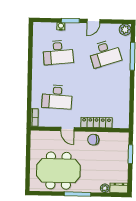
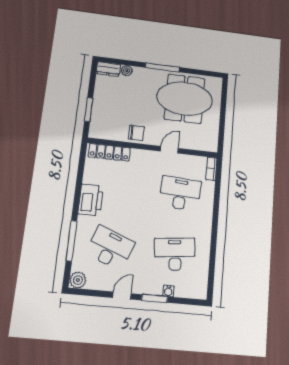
desk: (105, 53) -> (110, 248), turned 39
printer: (122, 86) -> (91, 200), added
locker: (97, 123) -> (109, 152), moved
door: (67, 129) -> (169, 150), hinge flipped

